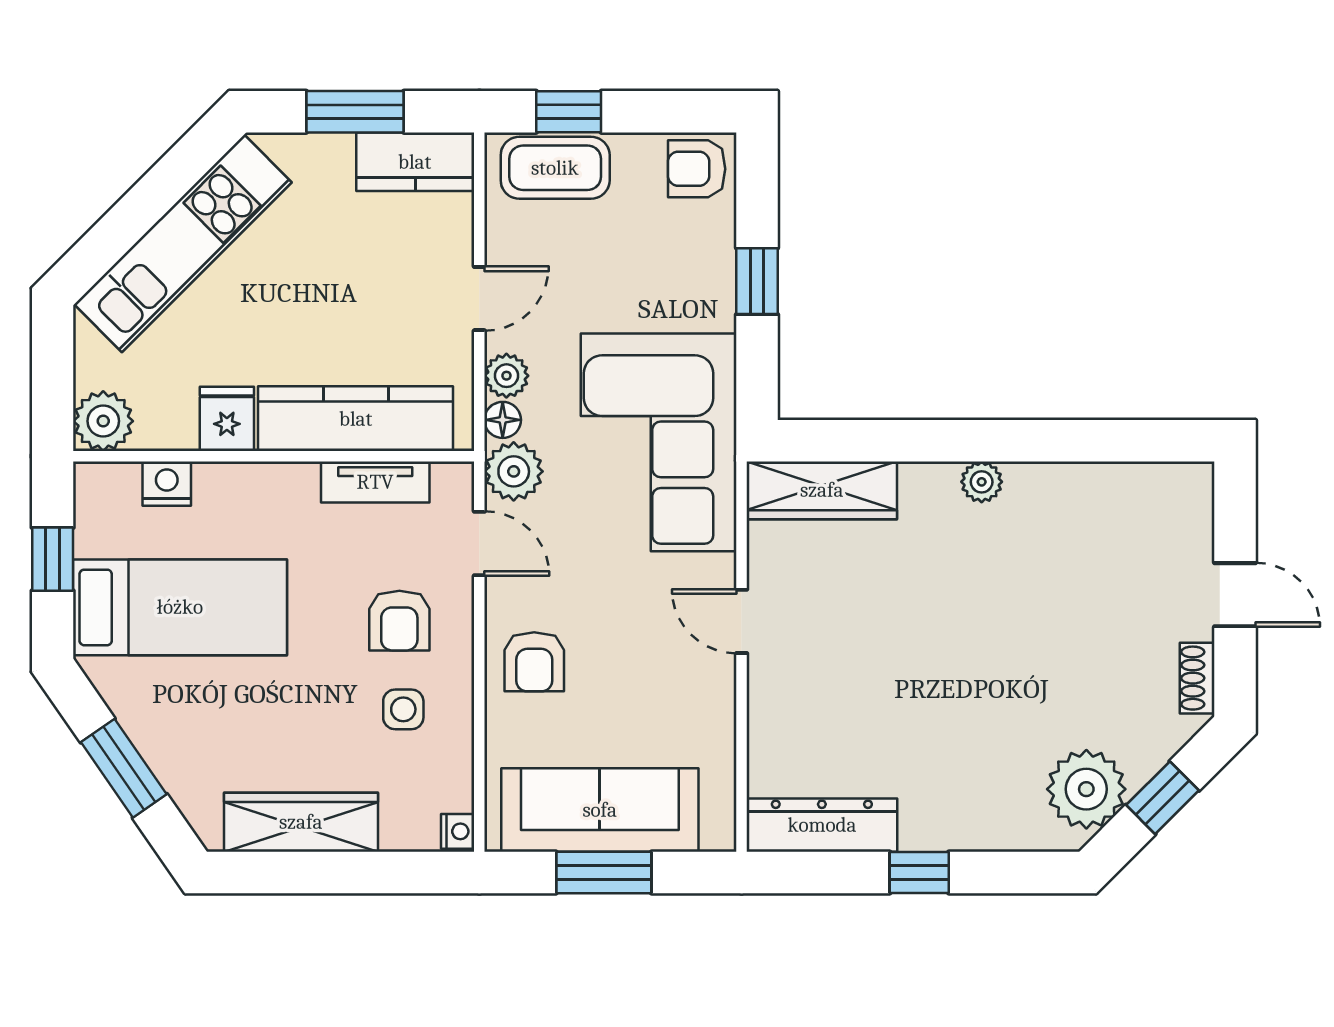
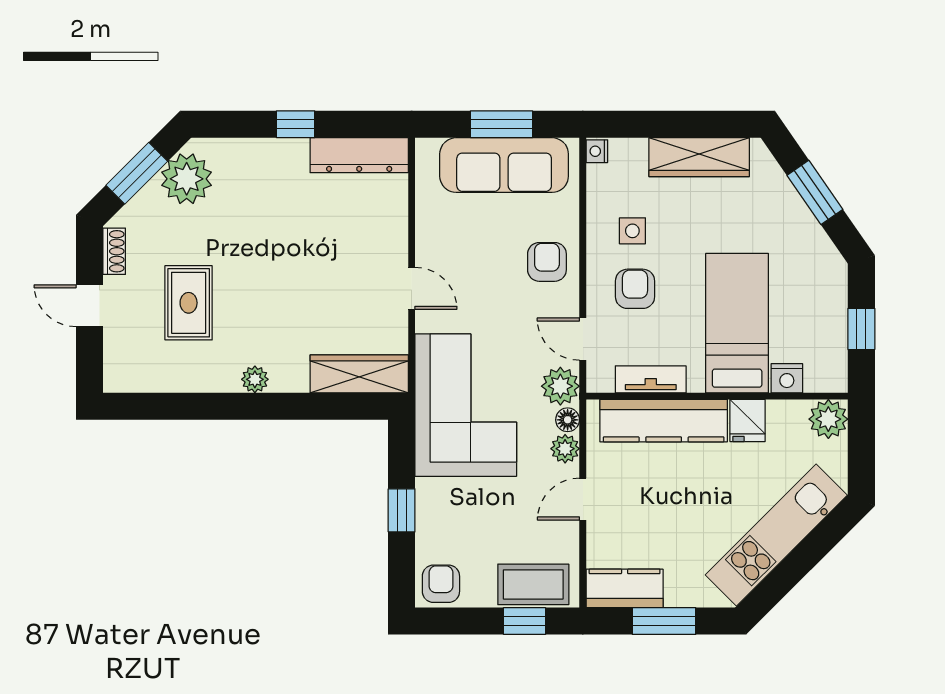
armchair: (697, 169) -> (441, 584), turned -90
rug: (1083, 599) -> (189, 303), added
bed: (180, 607) -> (737, 323), moved, turned 90
window: (1162, 798) -> (137, 173), width x1.50

